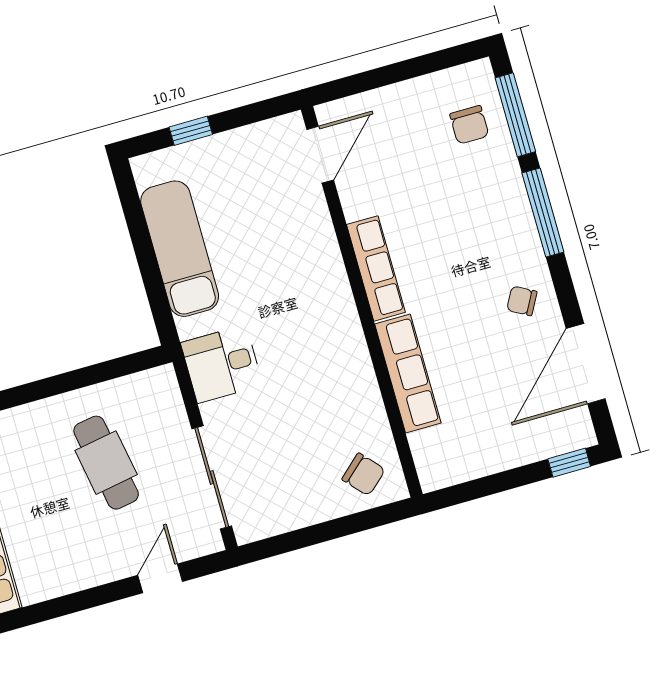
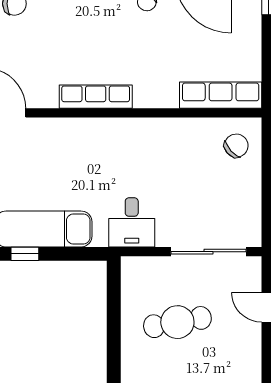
window: (139, 233) -> (25, 254), added
row of seats: (408, 374) -> (221, 95), moved

